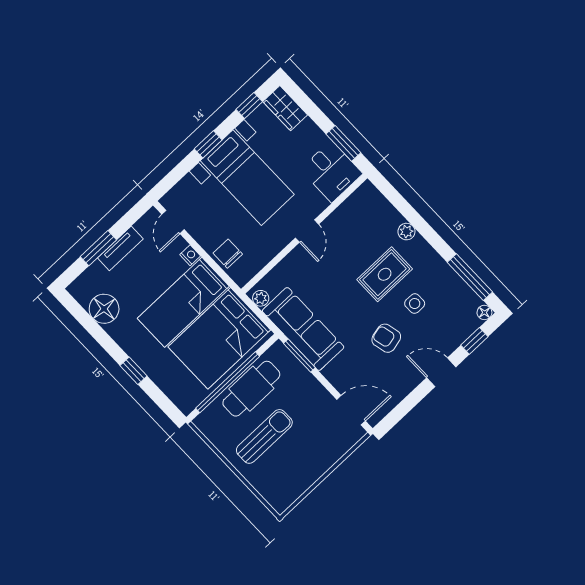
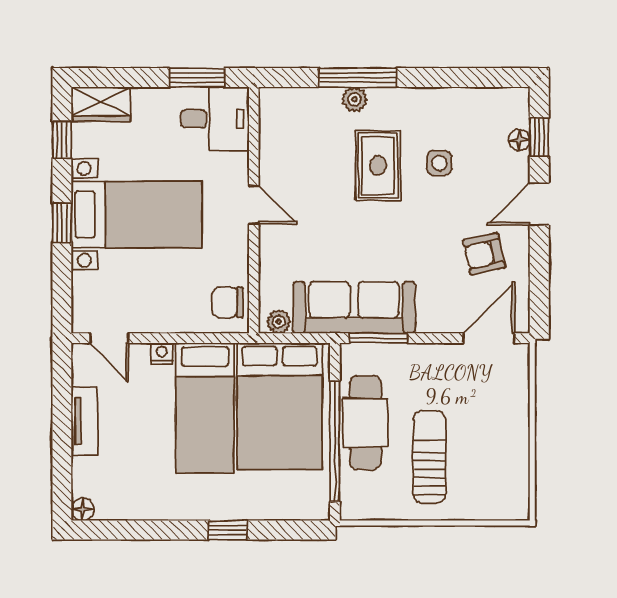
window: (98, 248) -> (62, 444), removed
chair: (228, 254) -> (228, 302), moved
window: (470, 277) -> (358, 78), moved
floor lamp: (104, 309) -> (83, 509), moved, width x0.53, depth x0.53
floor lamp: (484, 312) -> (519, 140), moved
armchair: (386, 338) -> (484, 254), moved

